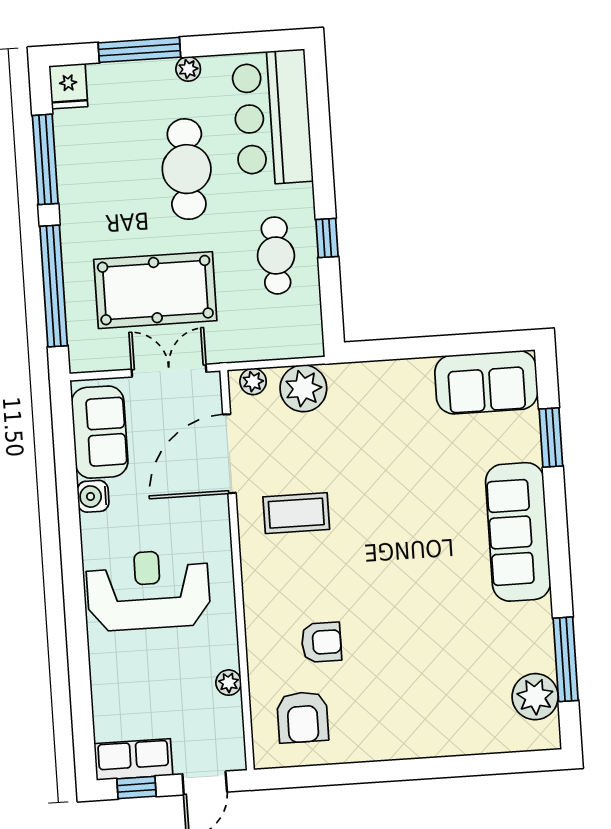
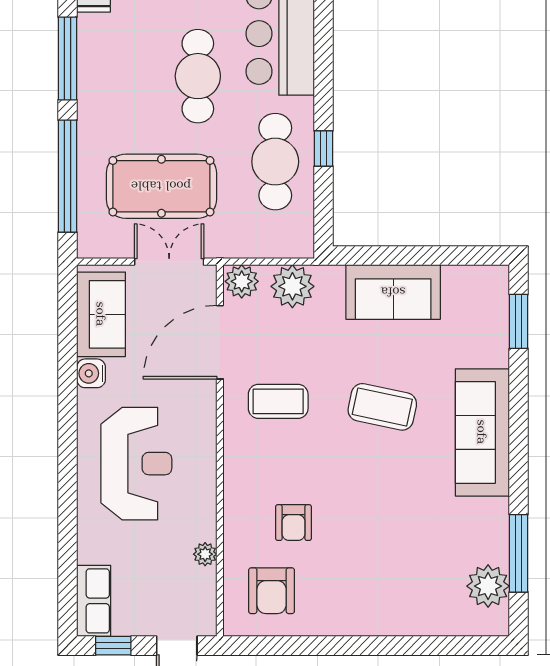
cafe table: (276, 255) -> (275, 162), width x1.37, depth x1.35
plant: (253, 381) -> (242, 281), width x1.38, depth x1.38
sofa: (486, 382) -> (393, 292), moved
window: (551, 438) -> (519, 321), moved
coffee table: (409, 512) -> (382, 407), added
reception desk: (148, 590) -> (136, 464), turned 90
armchair: (321, 642) -> (294, 523), turned 90
row of seats: (133, 759) -> (94, 601), moved, turned 90

